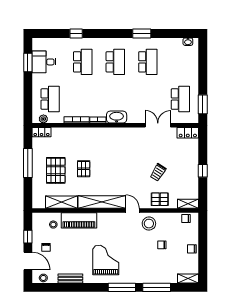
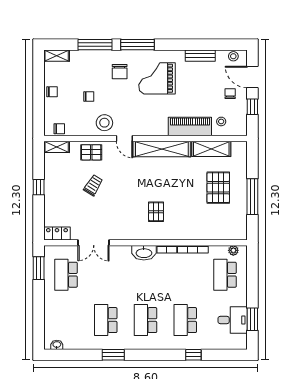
locker: (41, 132) -> (236, 234), removed
pallet: (84, 169) -> (156, 212), moved
grand piano: (106, 260) -> (157, 78), turned 90
chair: (136, 265) -> (120, 72), added

